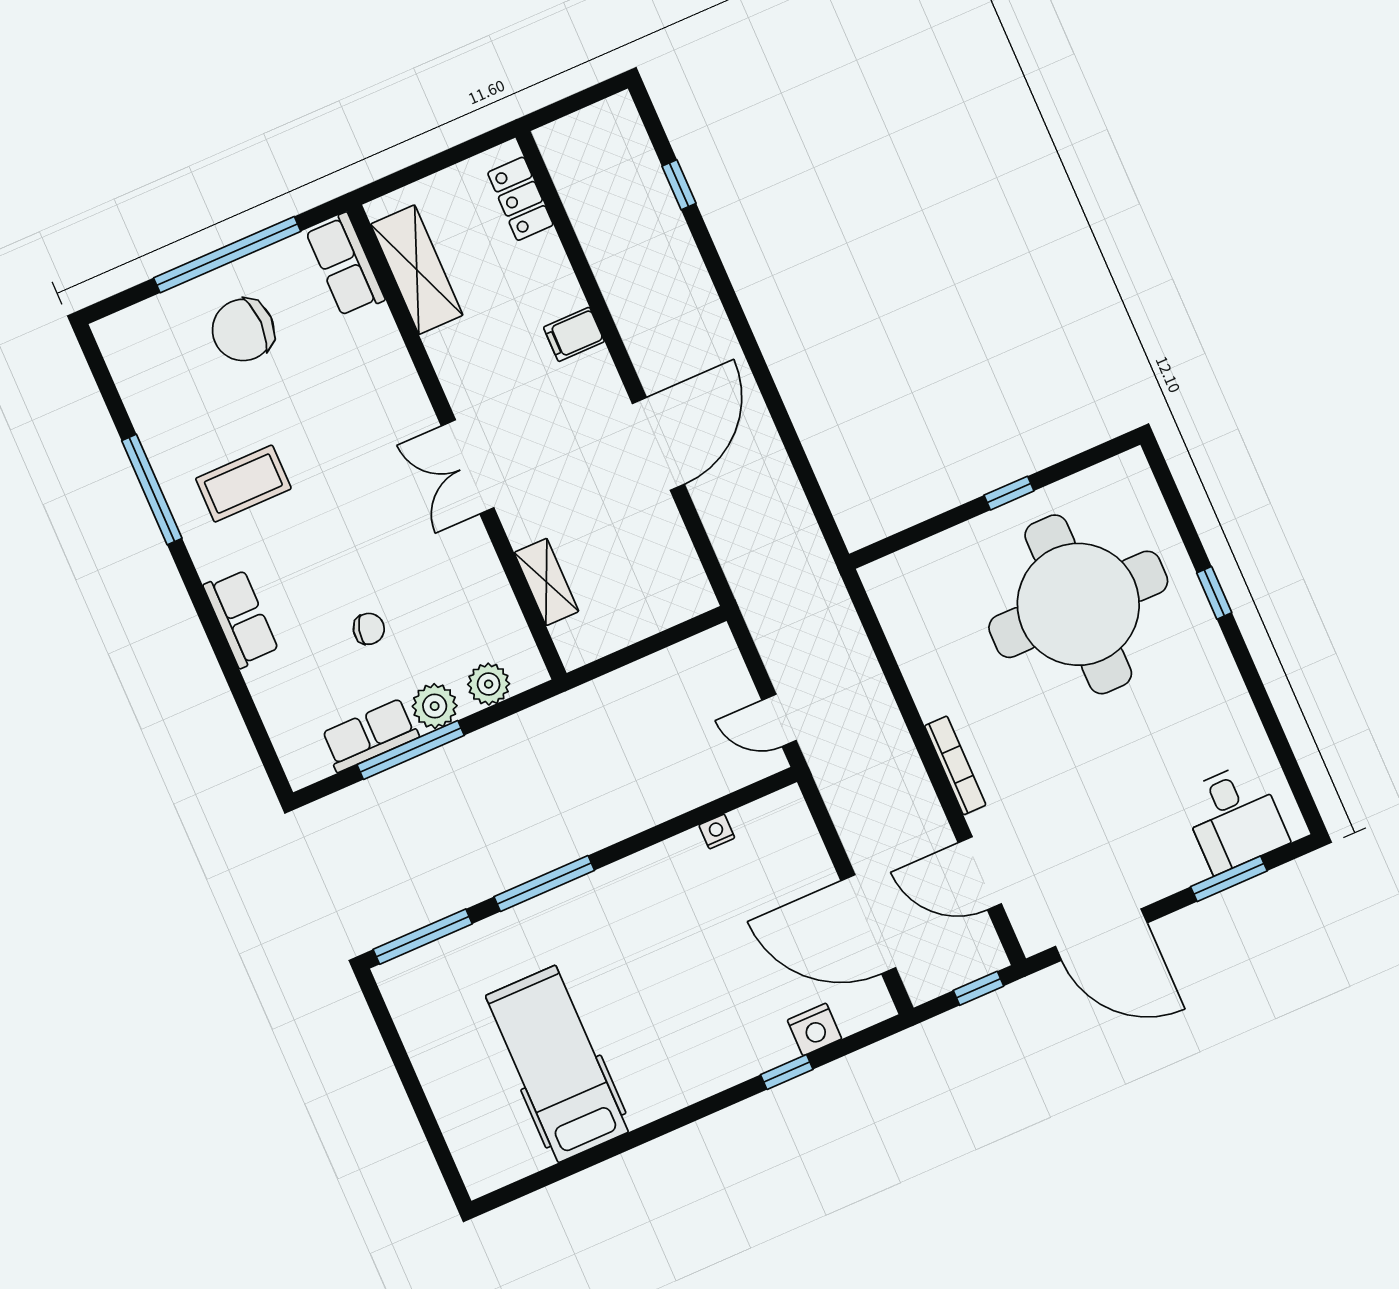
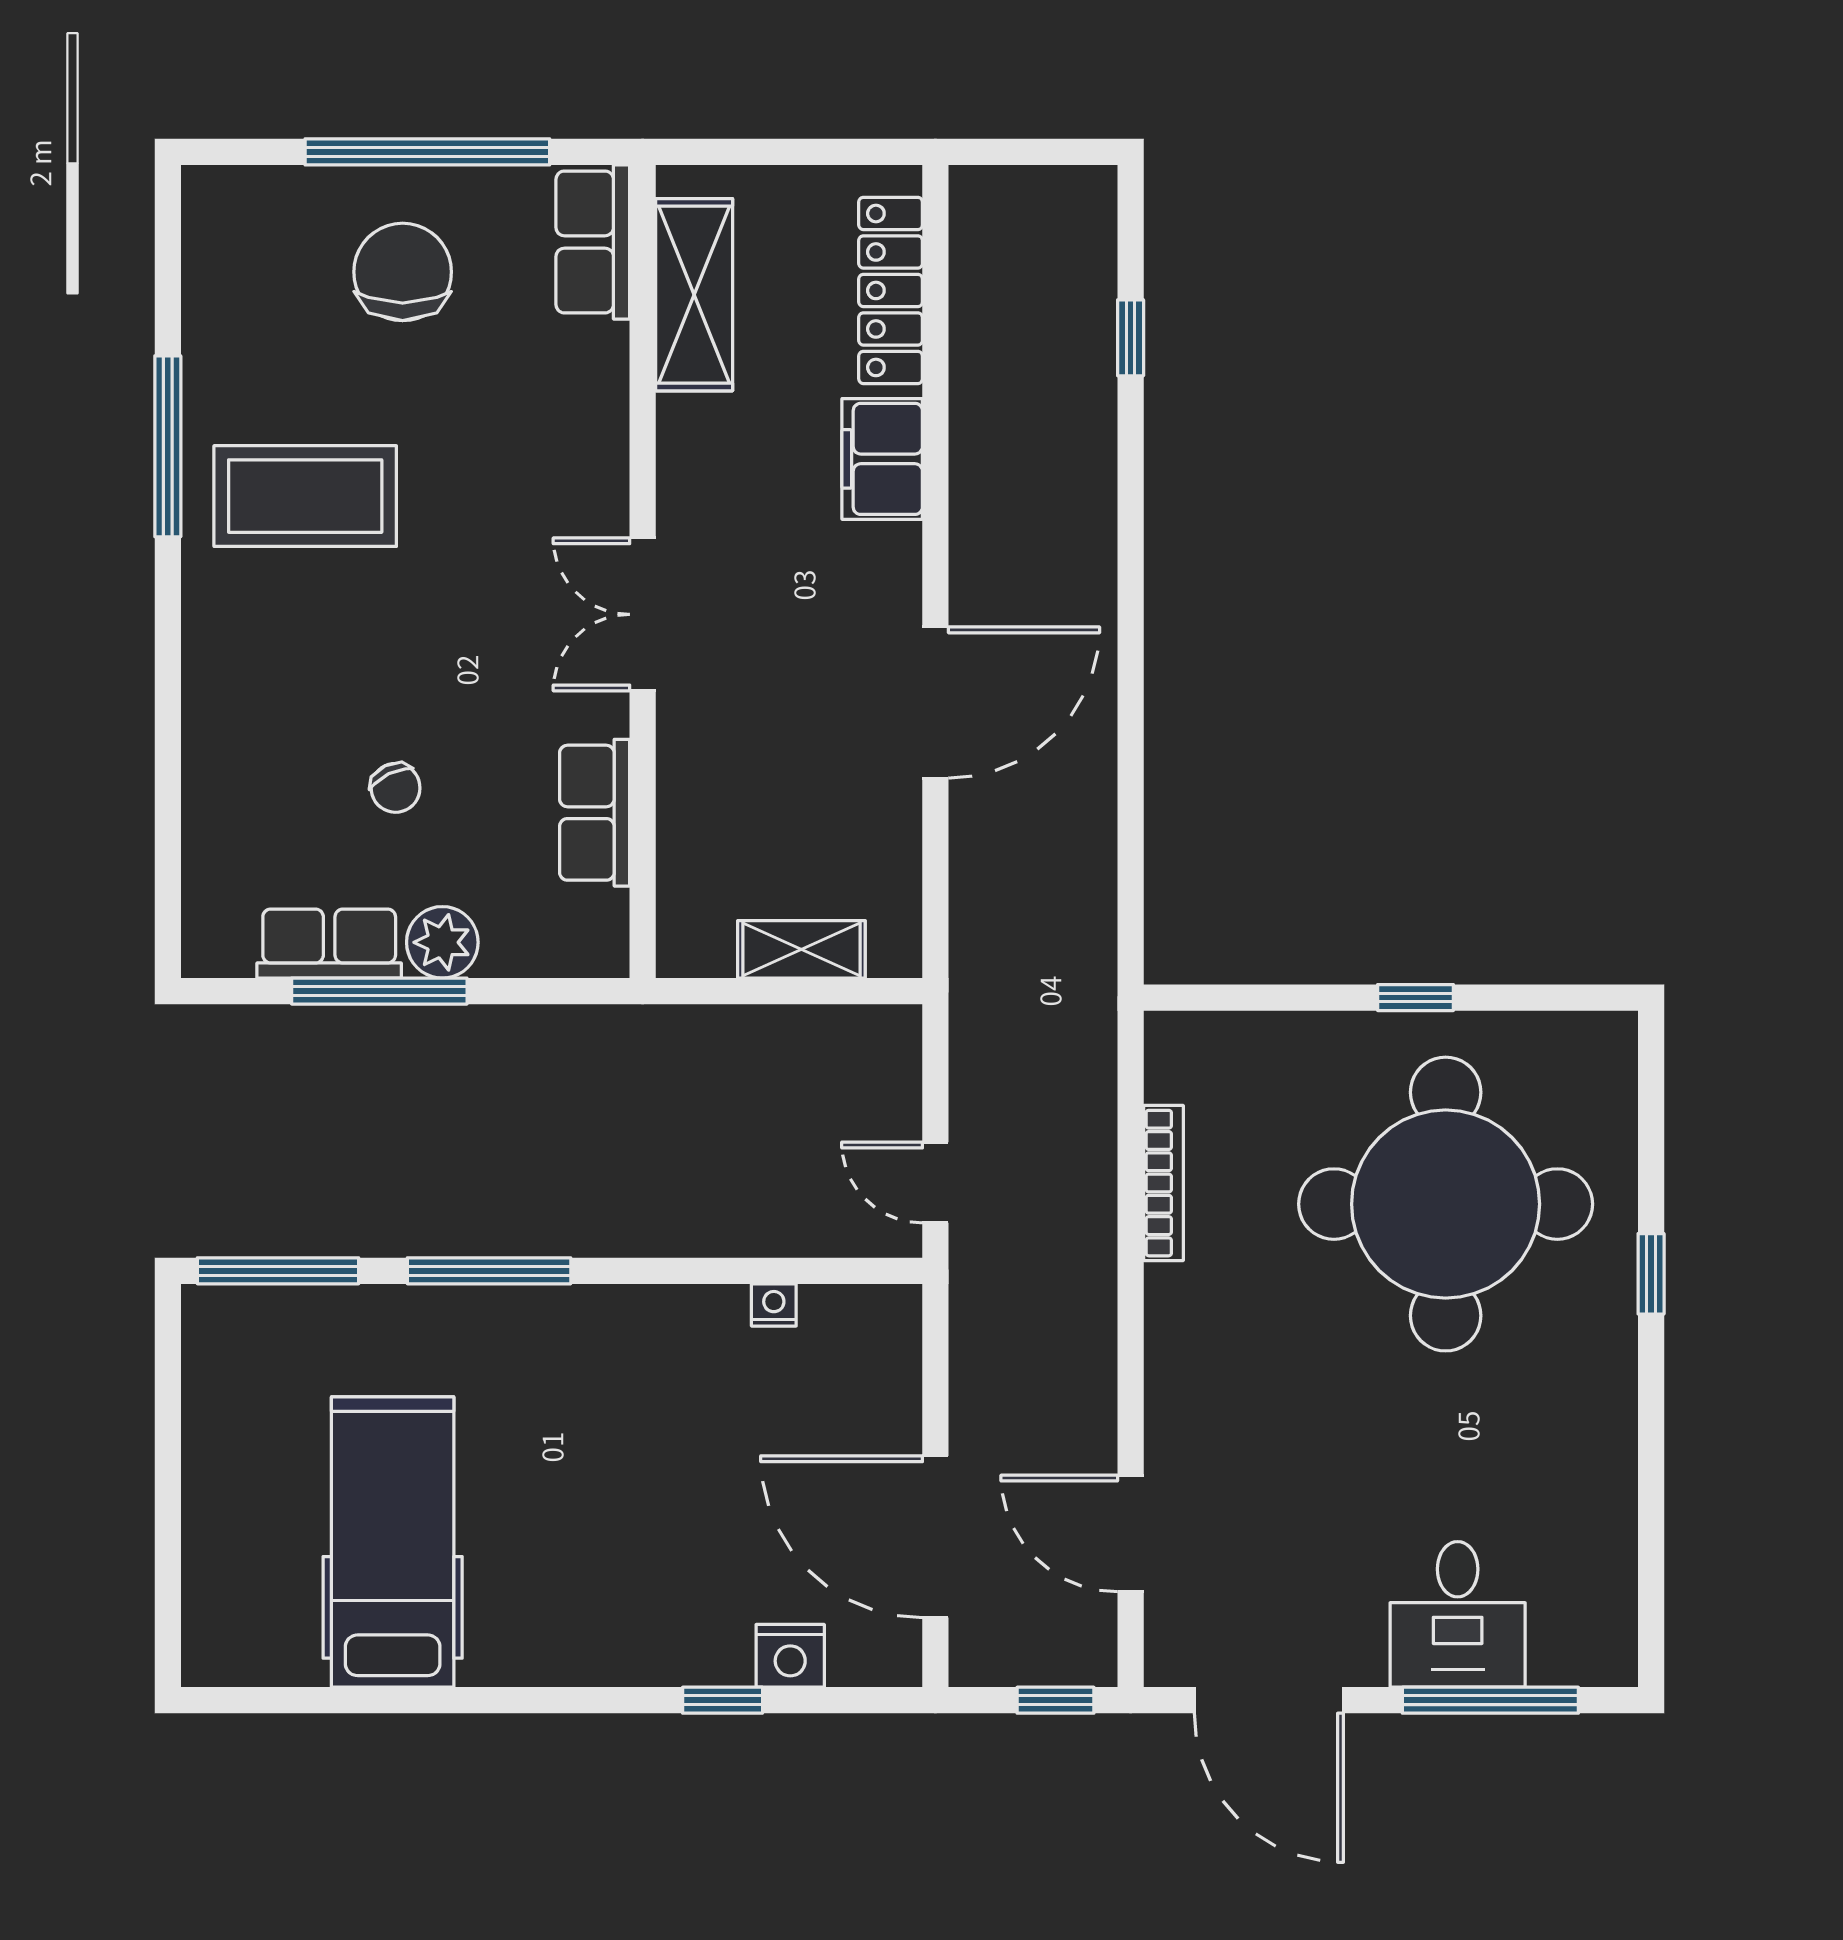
locker: (520, 199) -> (891, 290), width x1.53
chair: (243, 330) -> (403, 272), turned 90
filing cabinet: (574, 334) -> (882, 459), width x2.00
coffee table: (243, 484) -> (305, 496), width x1.36, depth x1.32
shelving: (546, 582) -> (801, 949), moved, turned 90
row of seats: (241, 618) -> (595, 813), moved, turned 180
chair: (369, 629) -> (396, 788), turned 50
plant: (489, 684) -> (535, 945), removed
bookcase: (955, 765) -> (1163, 1183), moved
desk: (1234, 818) -> (1458, 1614), moved
window: (1229, 879) -> (1490, 1700), width x1.44

